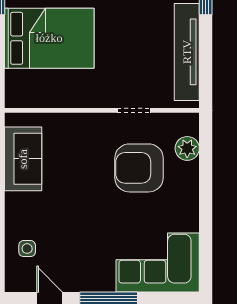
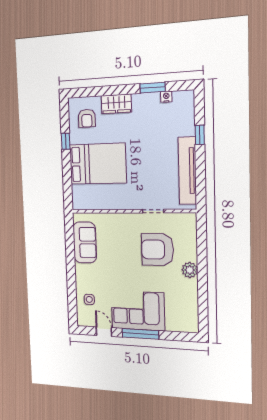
plant: (187, 148) -> (190, 270), moved
corner sofa: (158, 262) -> (138, 311), moved

